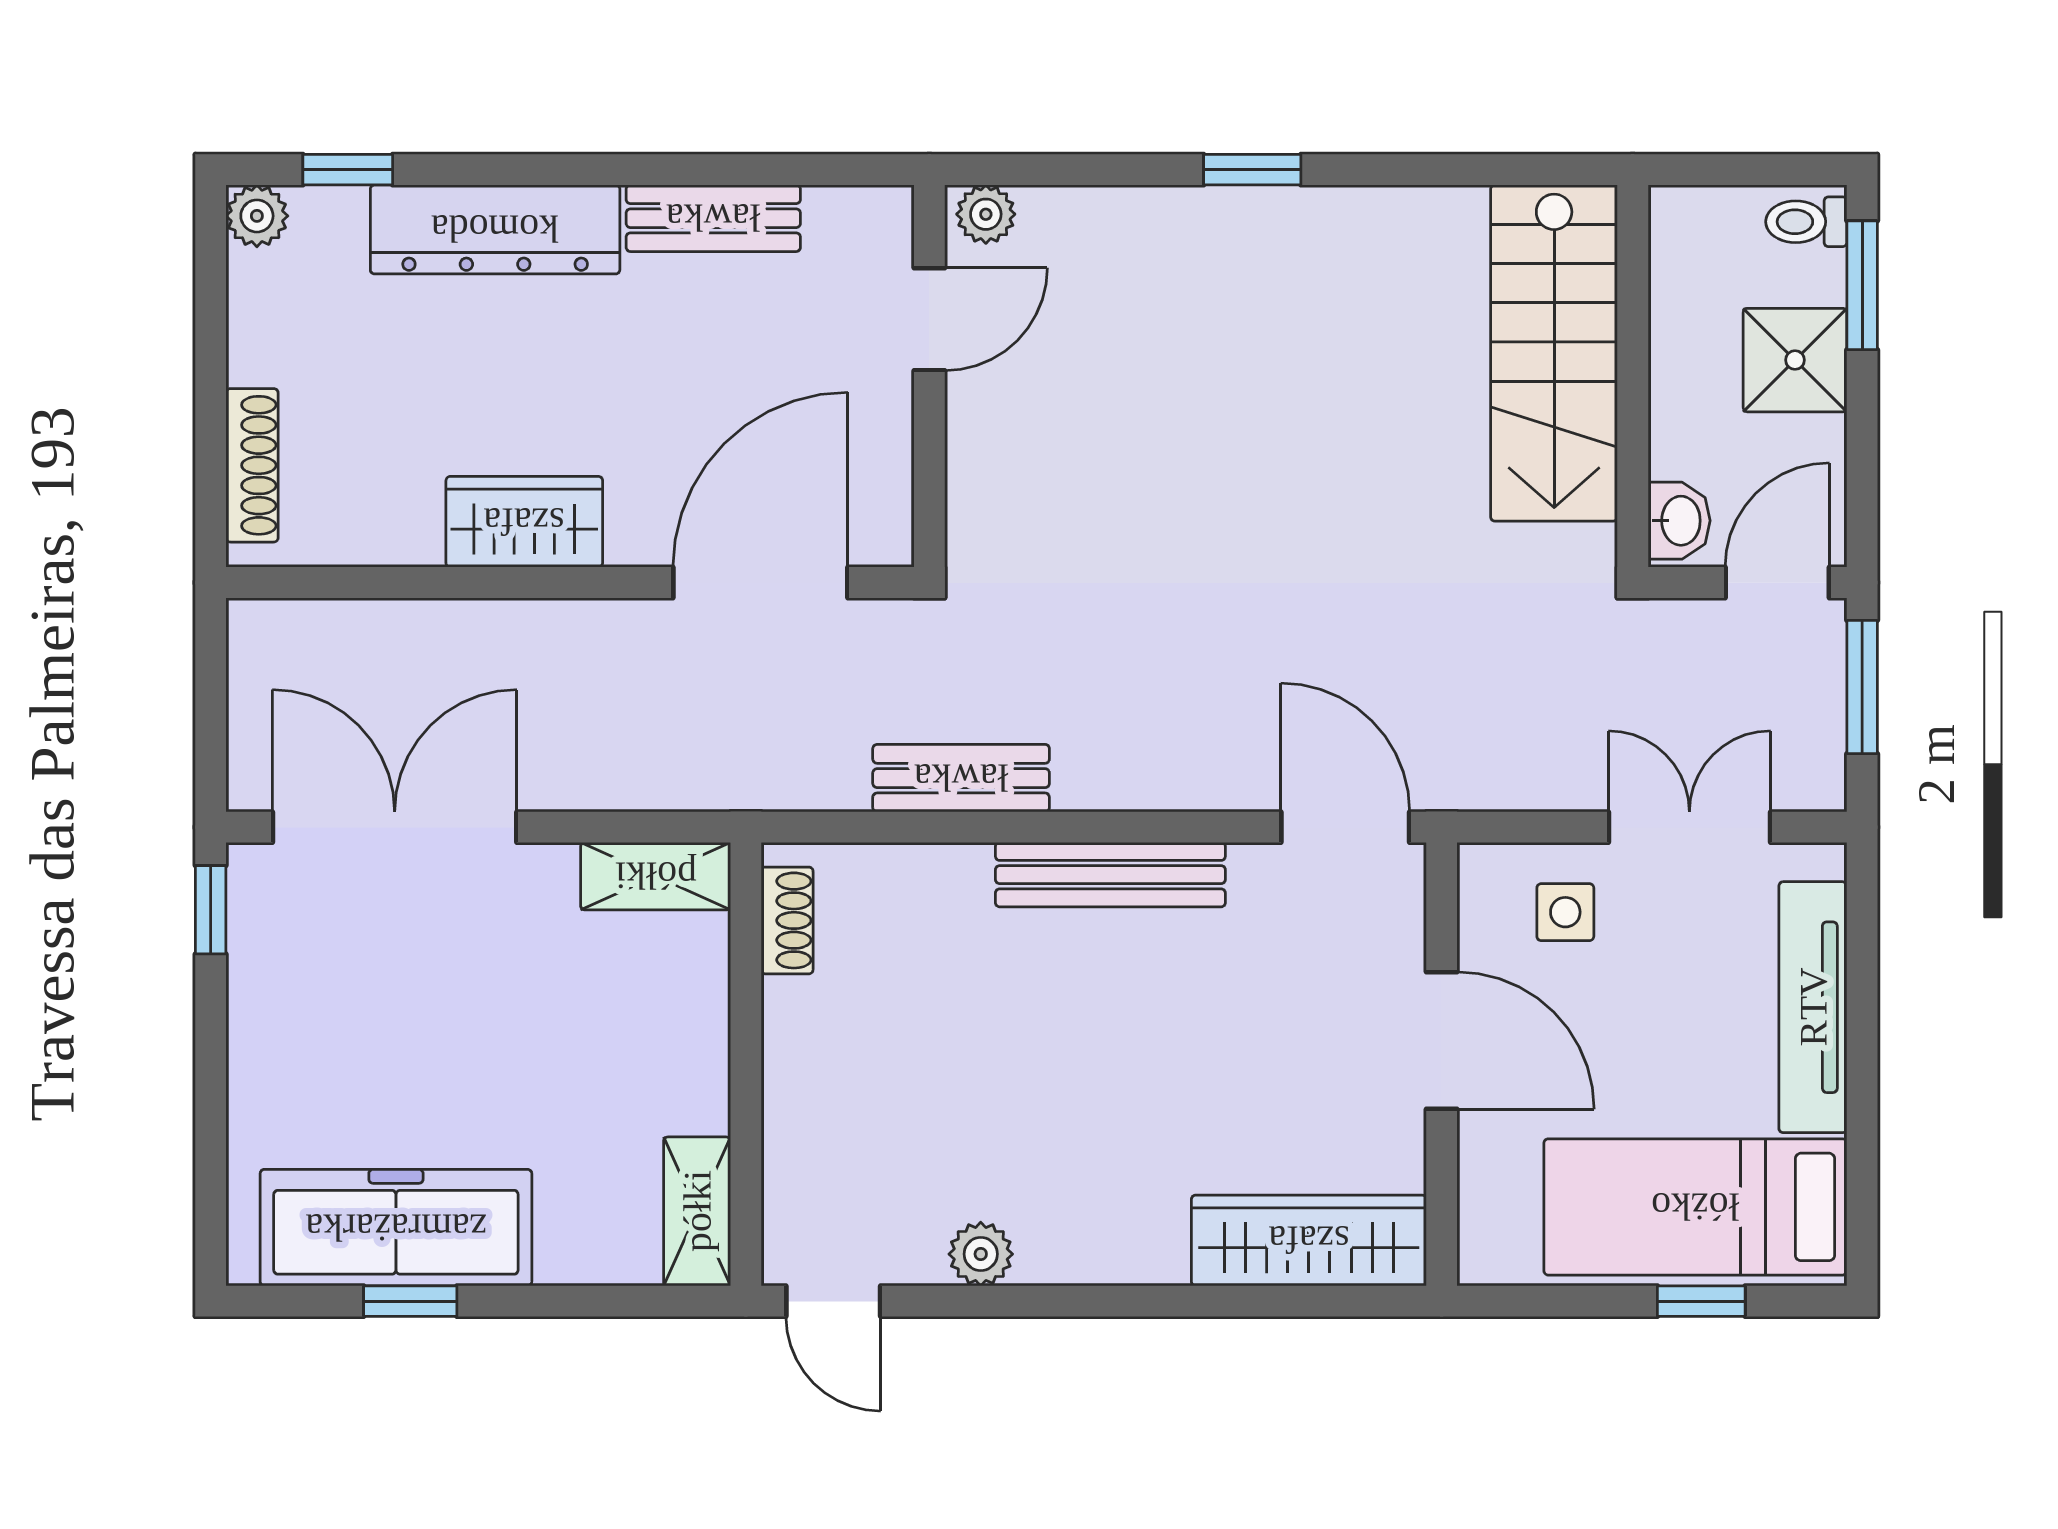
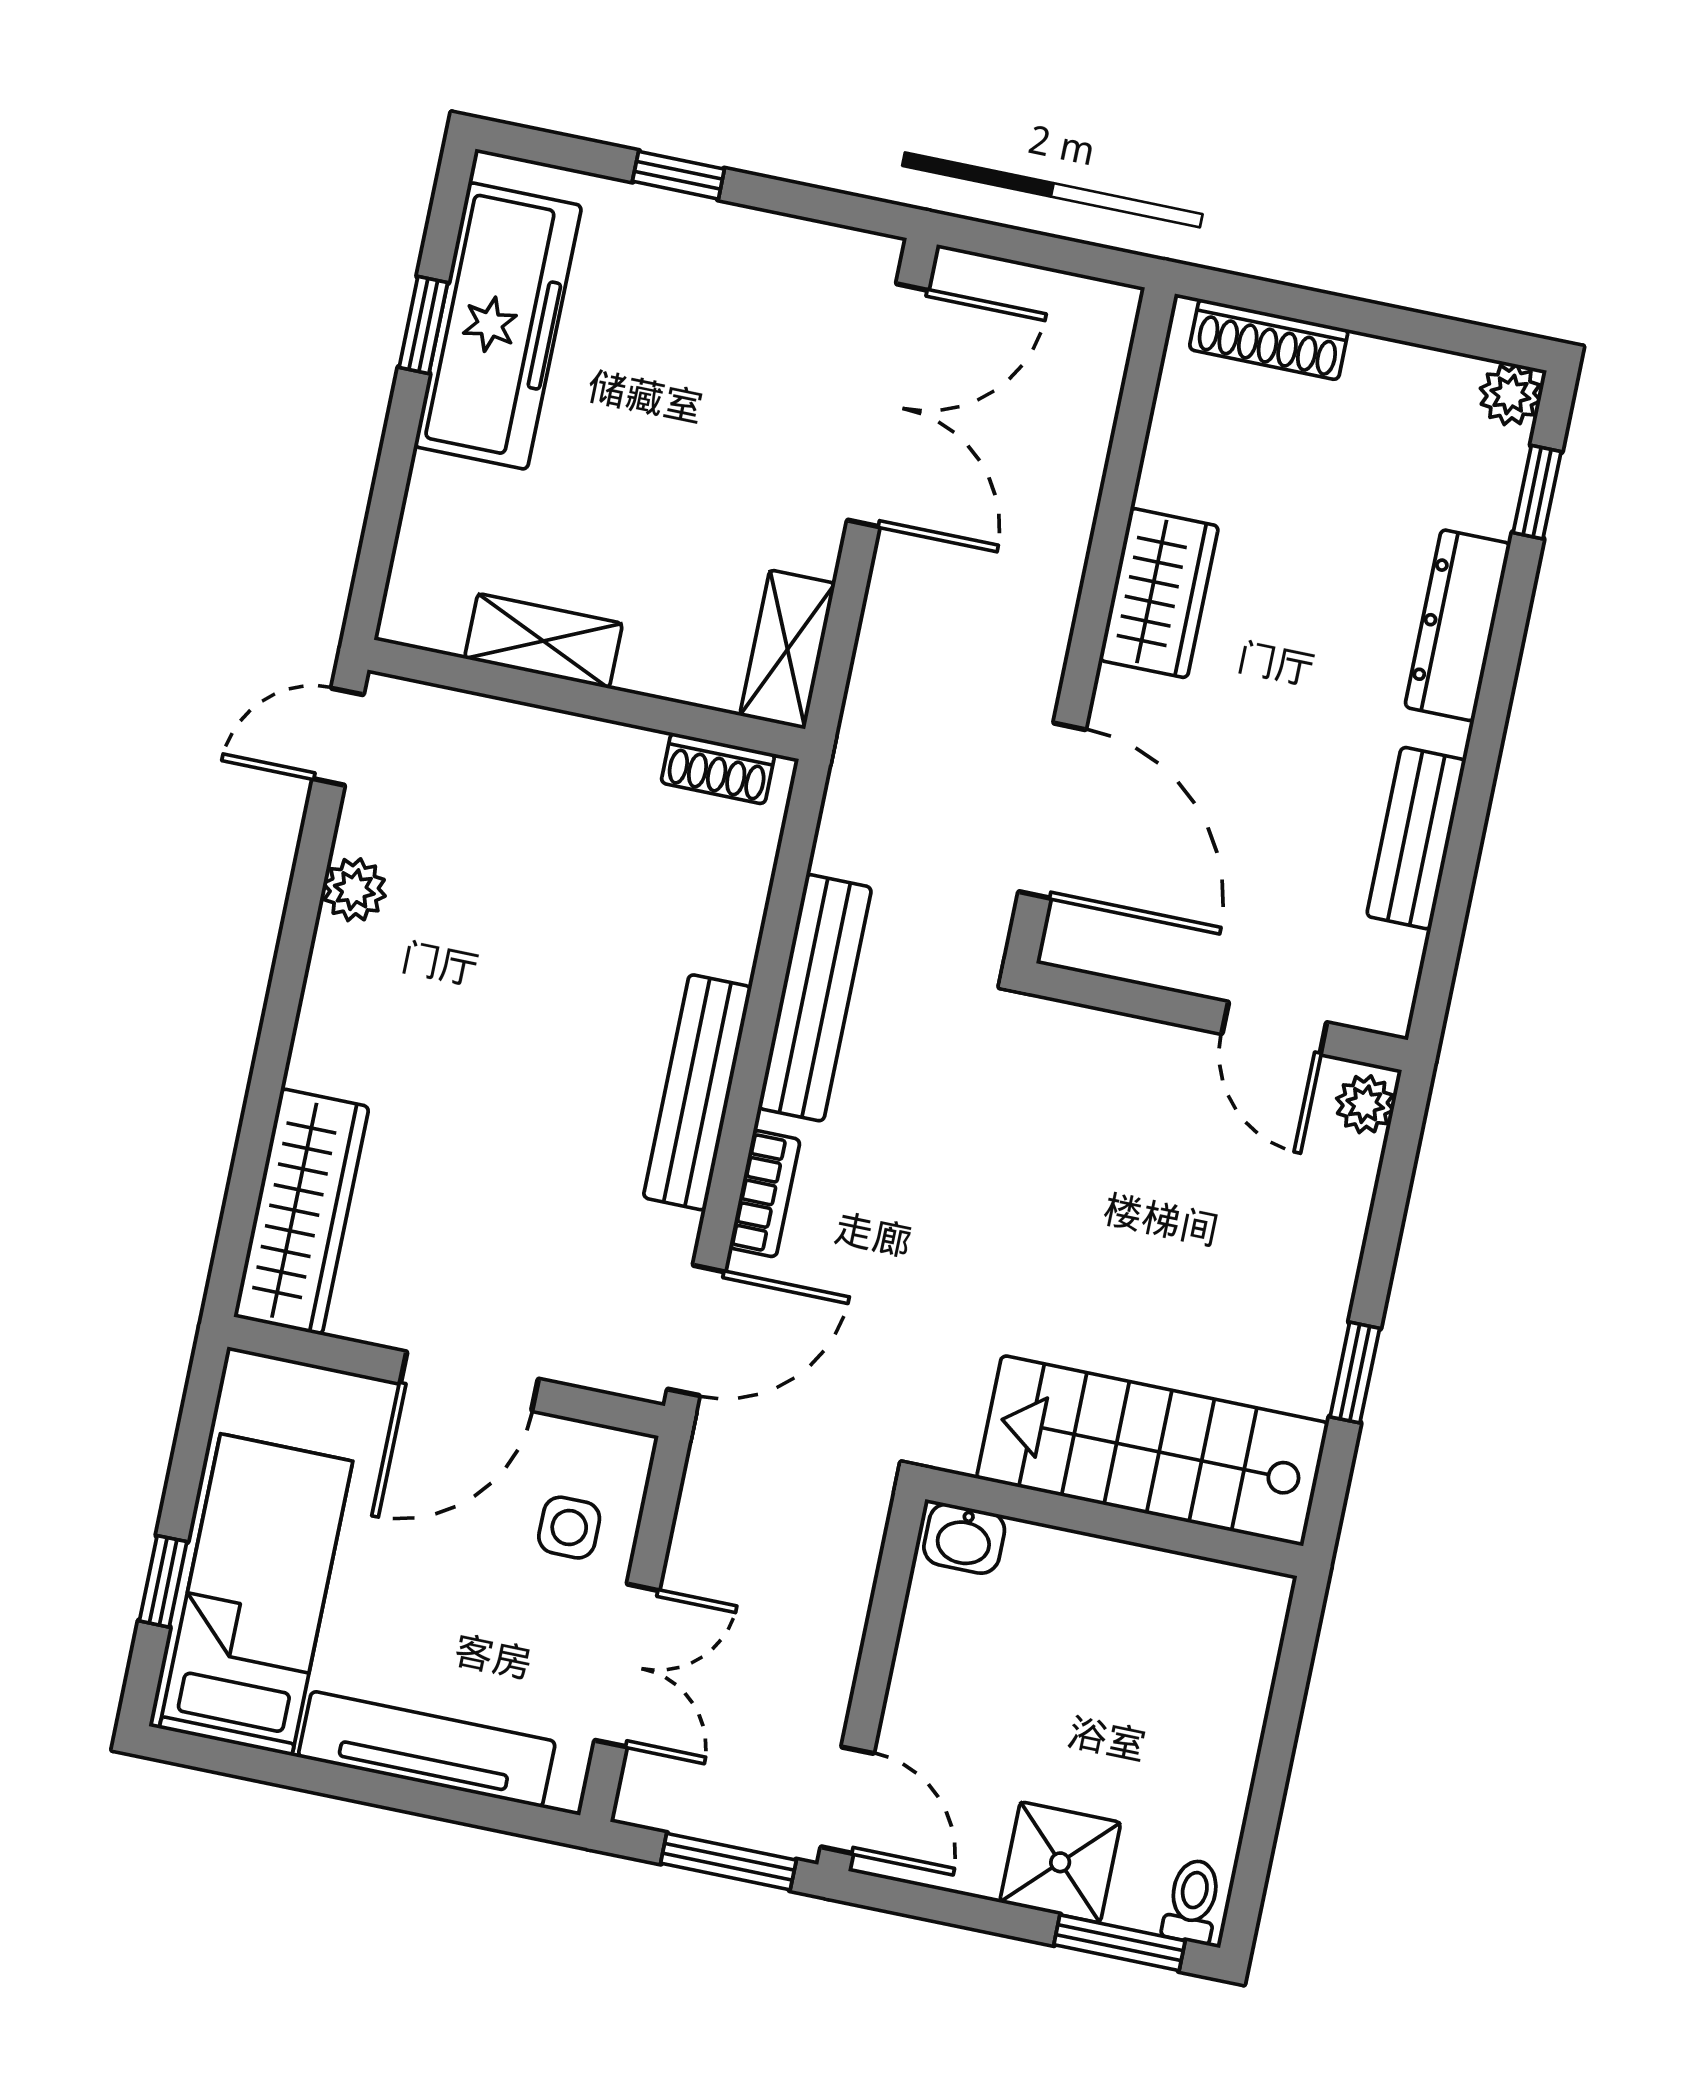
dresser: (495, 229) -> (1458, 625), width x0.73, depth x0.80
stairs: (1554, 353) -> (1153, 1451), moved
wall: (1633, 376) -> (1114, 1523), moved
washbasin: (1679, 521) -> (964, 1539), moved
bench: (961, 778) -> (815, 998), width x1.36
bookcase: (1196, 788) -> (765, 1194), added
window: (211, 910) -> (678, 175), moved
shelving: (697, 1211) -> (543, 641), moved

